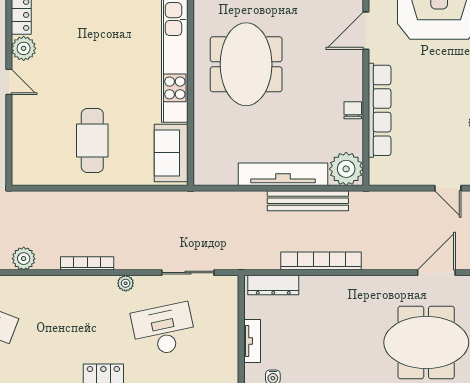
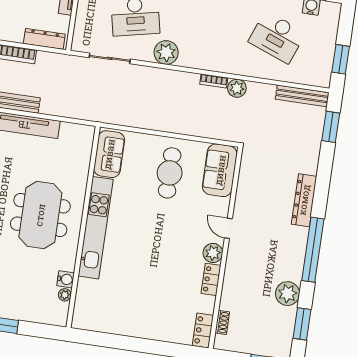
sofa: (30, 153) -> (220, 170), added
bookcase: (87, 263) -> (214, 81), moved, width x0.64
plant: (126, 283) -> (166, 52), width x1.87, depth x1.87

